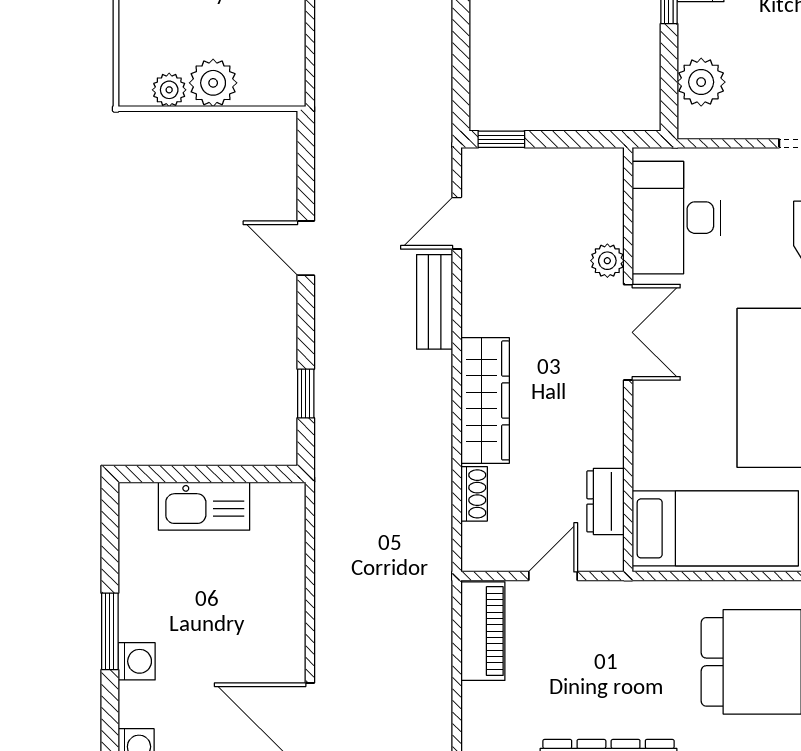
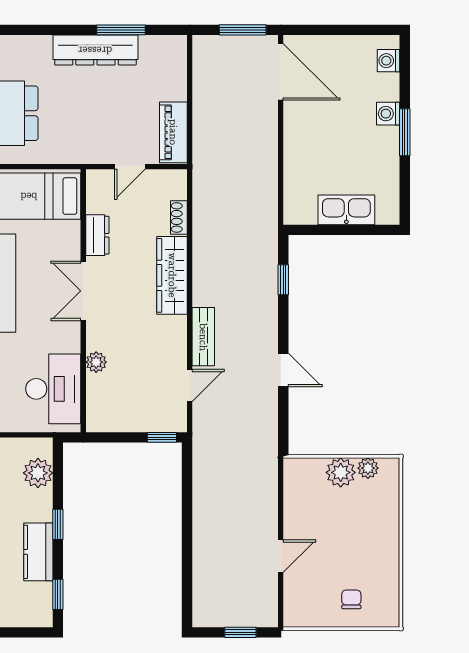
double door: (628, 332) -> (83, 291), moved
dresser: (605, 501) -> (97, 235), moved

